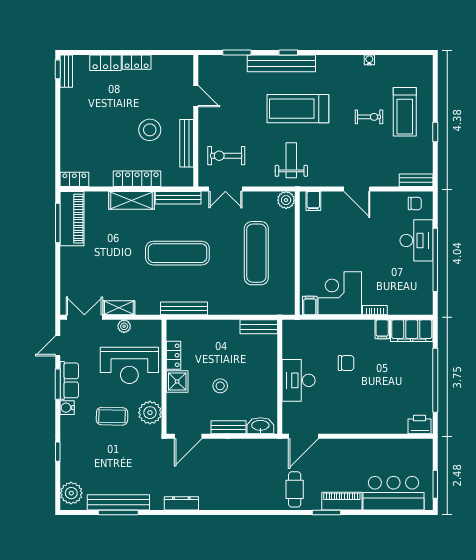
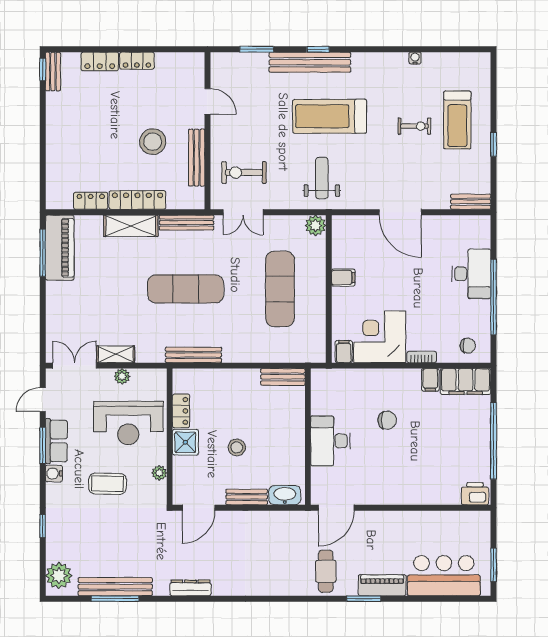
locker: (74, 179) -> (91, 201), moved
door: (357, 189) -> (400, 212), width x1.36
filing cabinet: (313, 201) -> (343, 278), moved, turned -90
chair: (415, 203) -> (468, 346), moved
plant: (150, 413) -> (159, 473), width x0.53, depth x0.53

